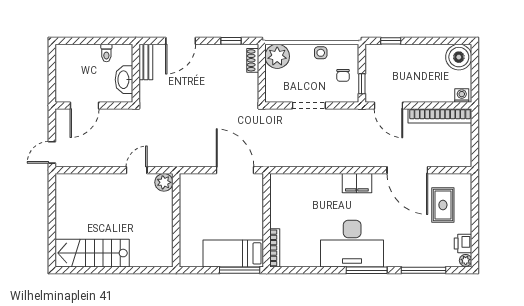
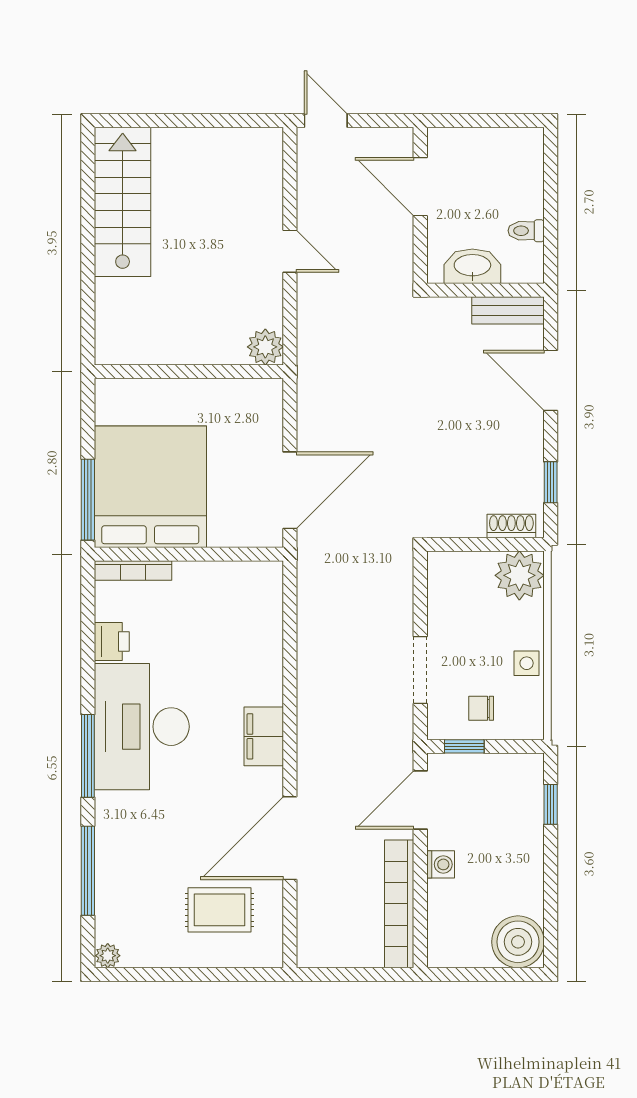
washing machine: (462, 95) -> (441, 864), moved
doorway: (309, 105) -> (420, 670), moved
door: (137, 170) -> (290, 251), moved
printer: (463, 243) -> (112, 642), moved, turned 90
bed: (233, 253) -> (150, 487), width x2.04

